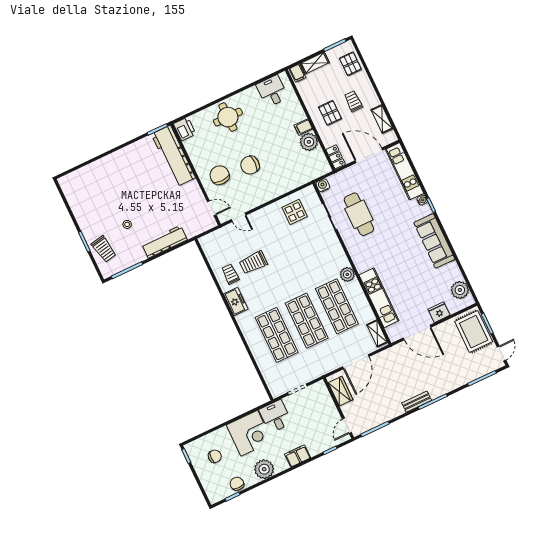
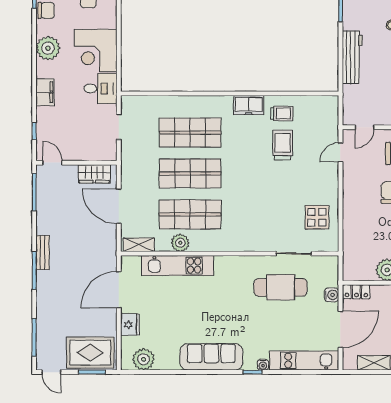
water cooler: (323, 185) -> (331, 295), moved
plant: (347, 274) -> (180, 243), moved

